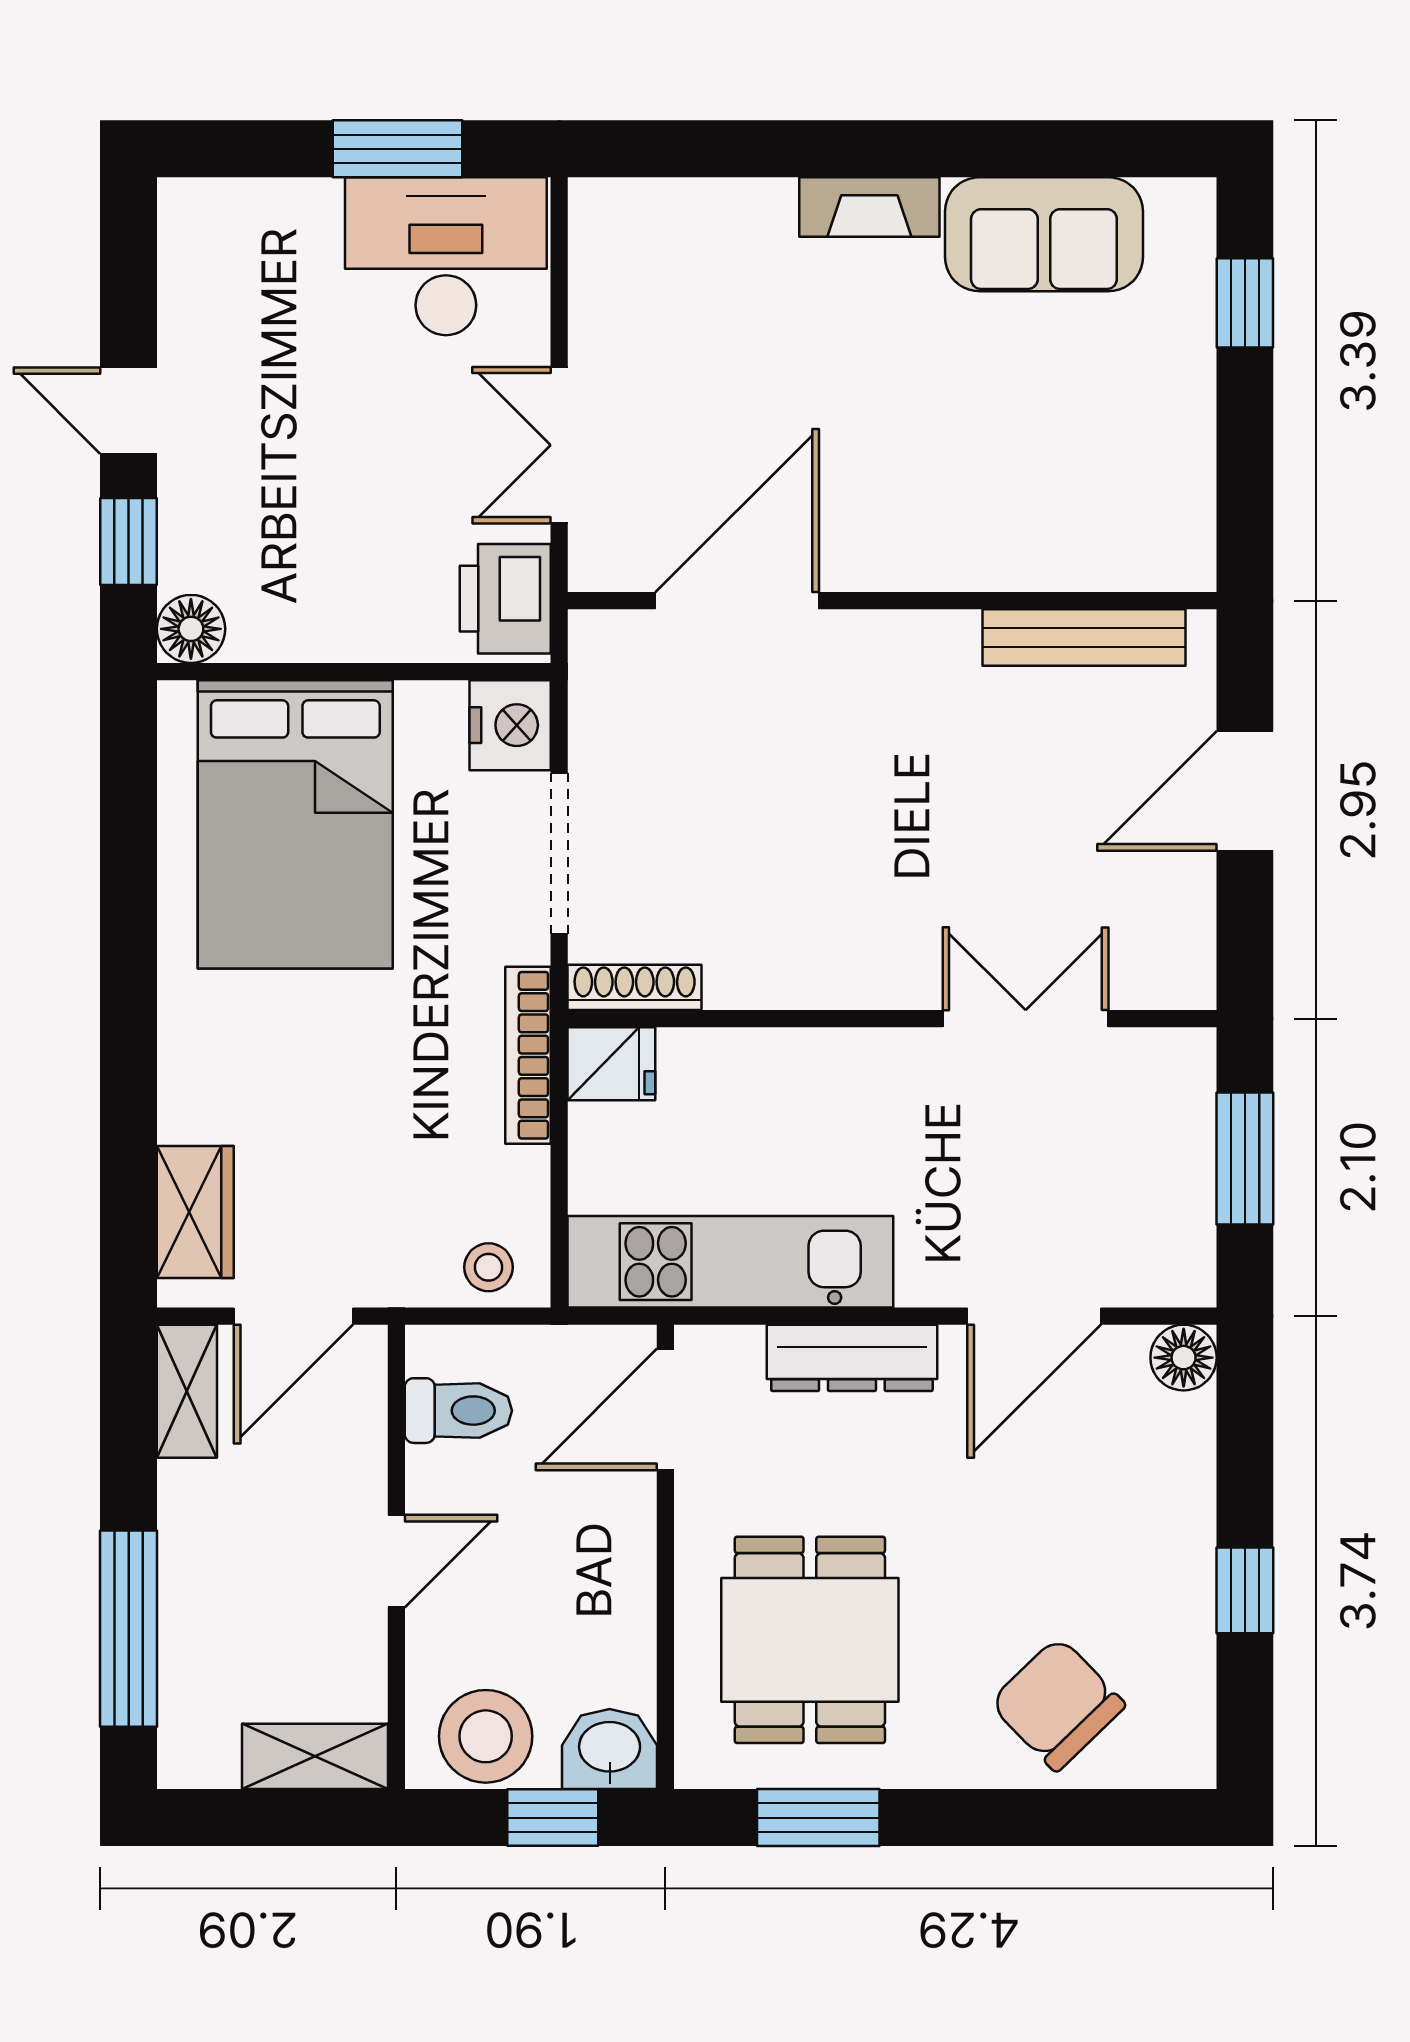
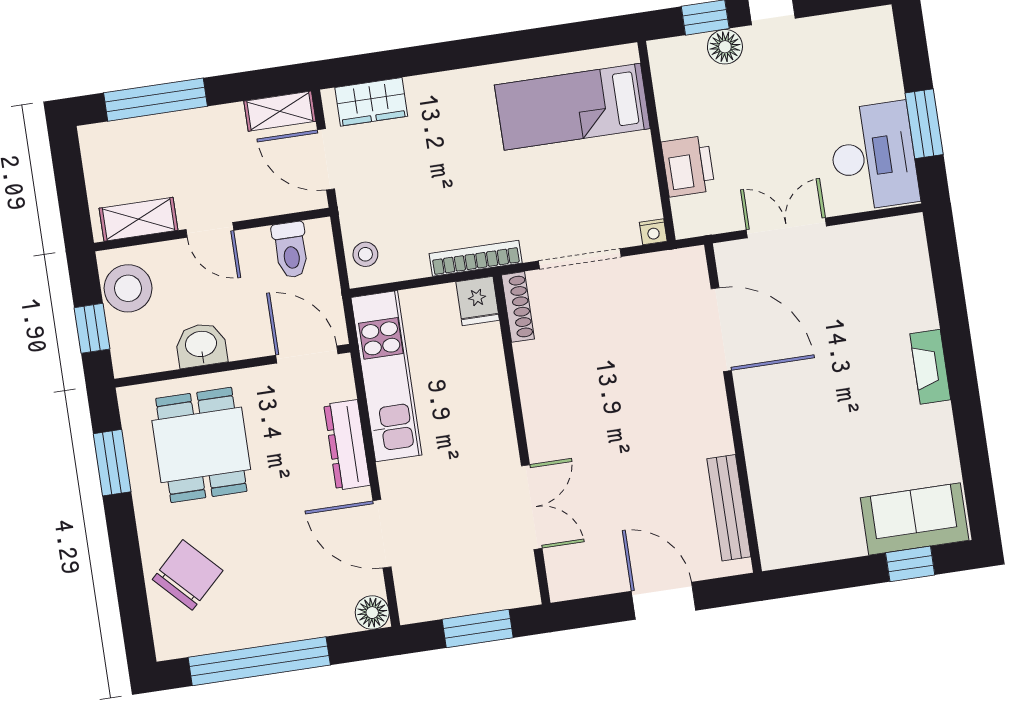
sofa: (1044, 234) -> (915, 519), moved, turned 90
printer: (505, 599) -> (688, 166), moved, turned 90
floor lamp: (191, 629) -> (725, 47), moved
nightstand: (510, 725) -> (653, 232), width x0.53, depth x0.56
bed: (295, 824) -> (572, 107), width x0.67
window: (1245, 1590) -> (259, 661), width x3.17
dining table: (810, 1640) -> (201, 445), turned 90
washbasin: (610, 1749) -> (201, 345), moved, turned -90
shelving: (315, 1756) -> (139, 219), moved, turned 90

